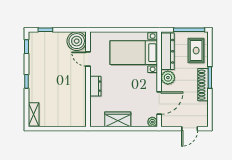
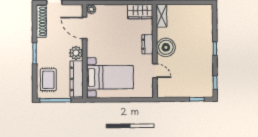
boiler: (77, 41) -> (166, 47), moved
shoe rack: (203, 85) -> (41, 21), moved
door: (159, 103) -> (85, 28), hinge flipped
shelving: (34, 114) -> (161, 16), moved
wardrobe: (118, 119) -> (140, 12), moved

